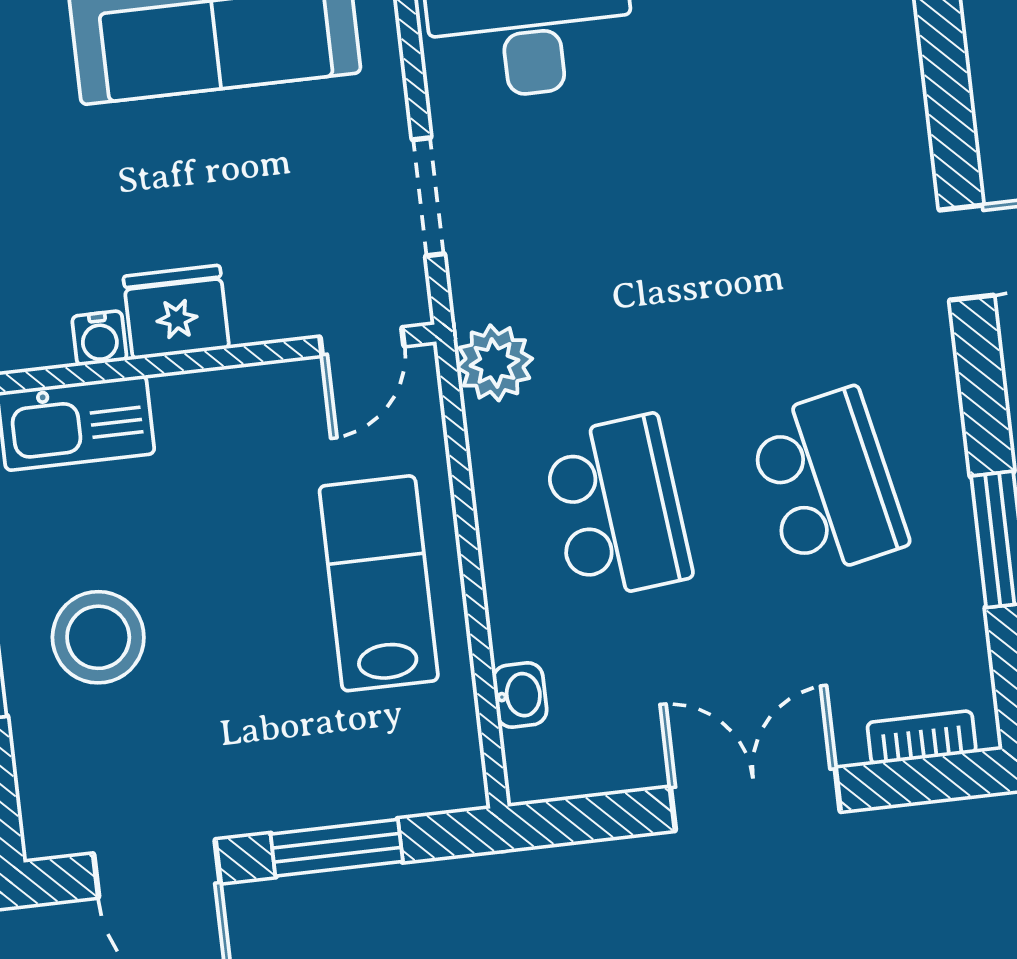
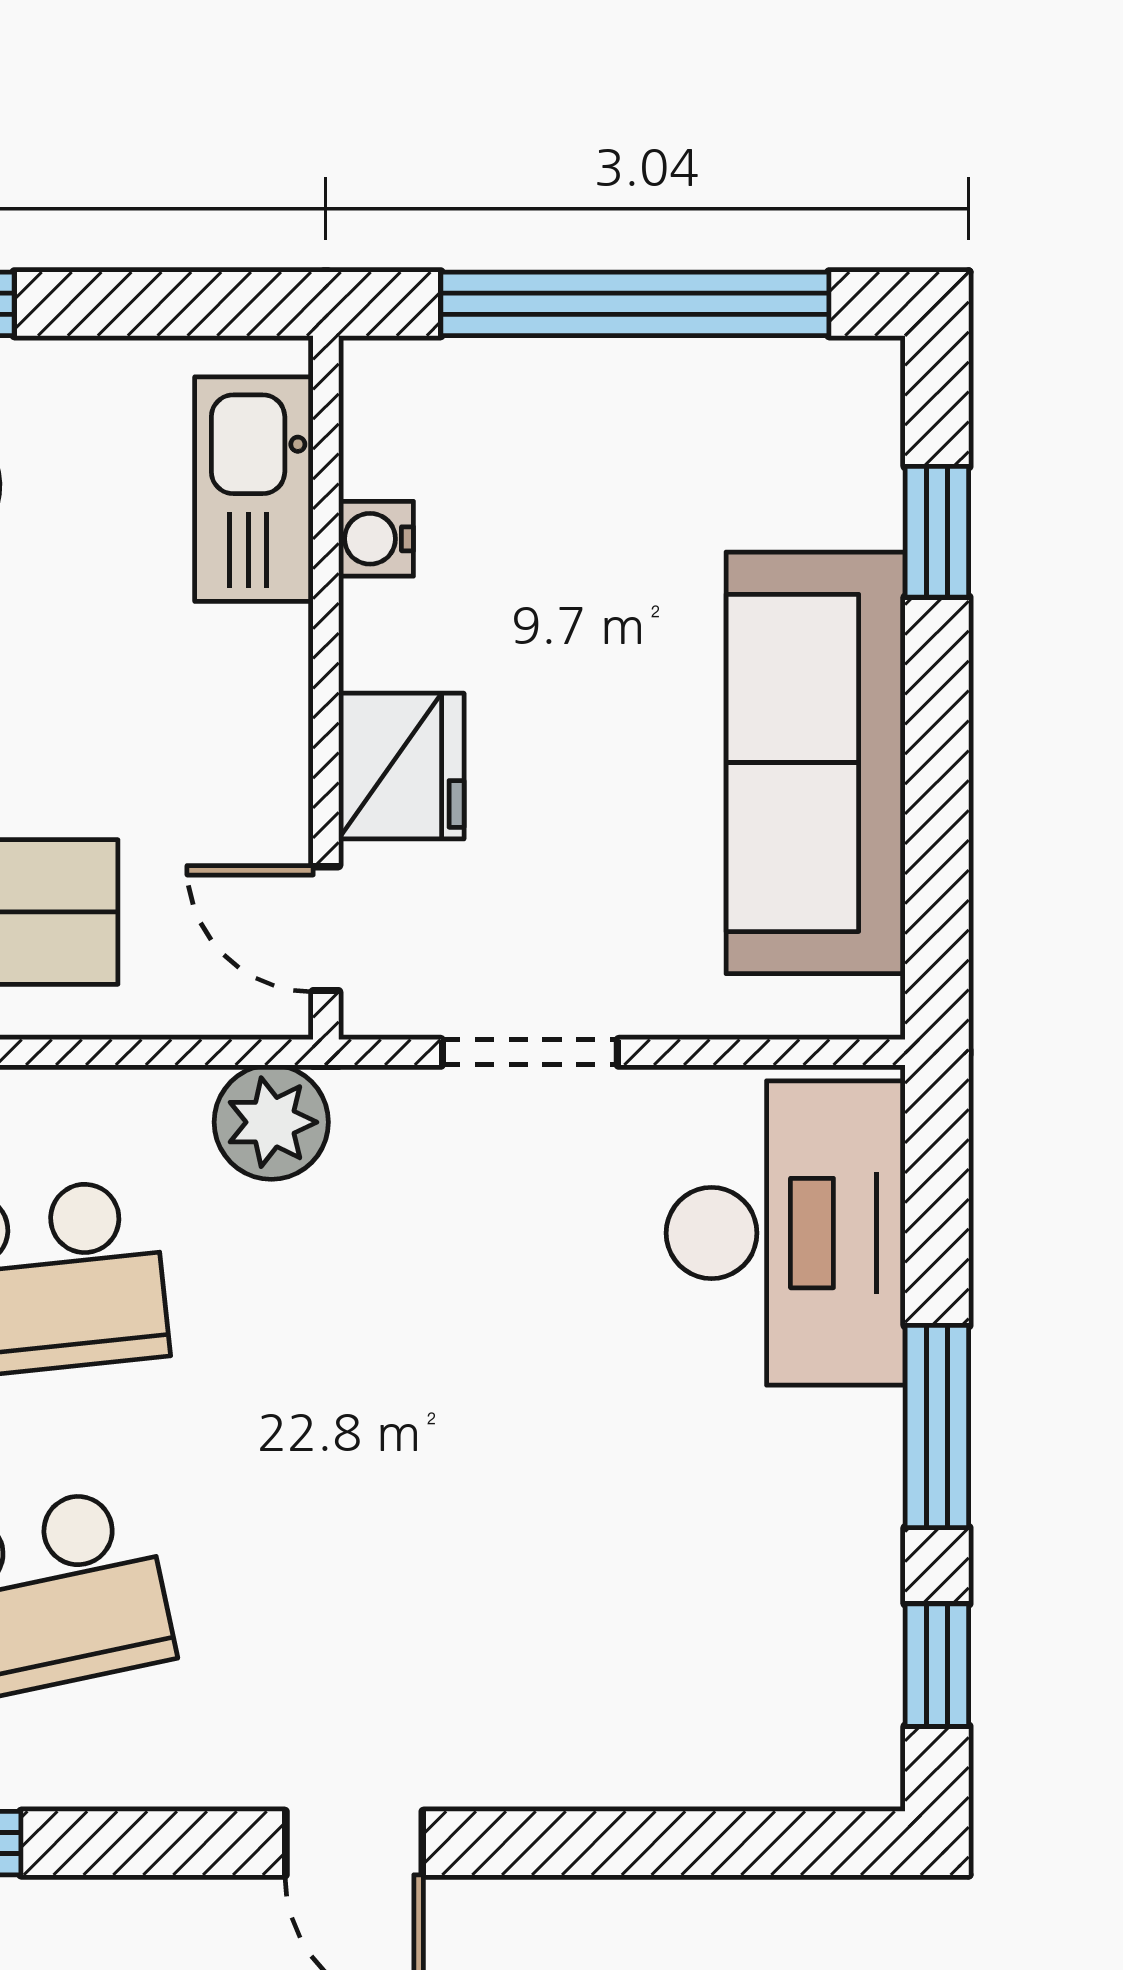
fridge: (176, 312) -> (401, 766), moved

